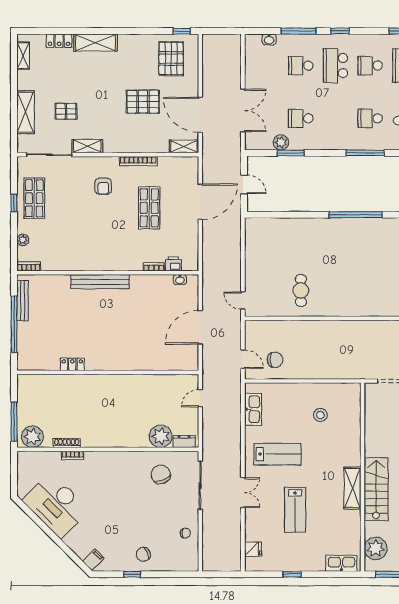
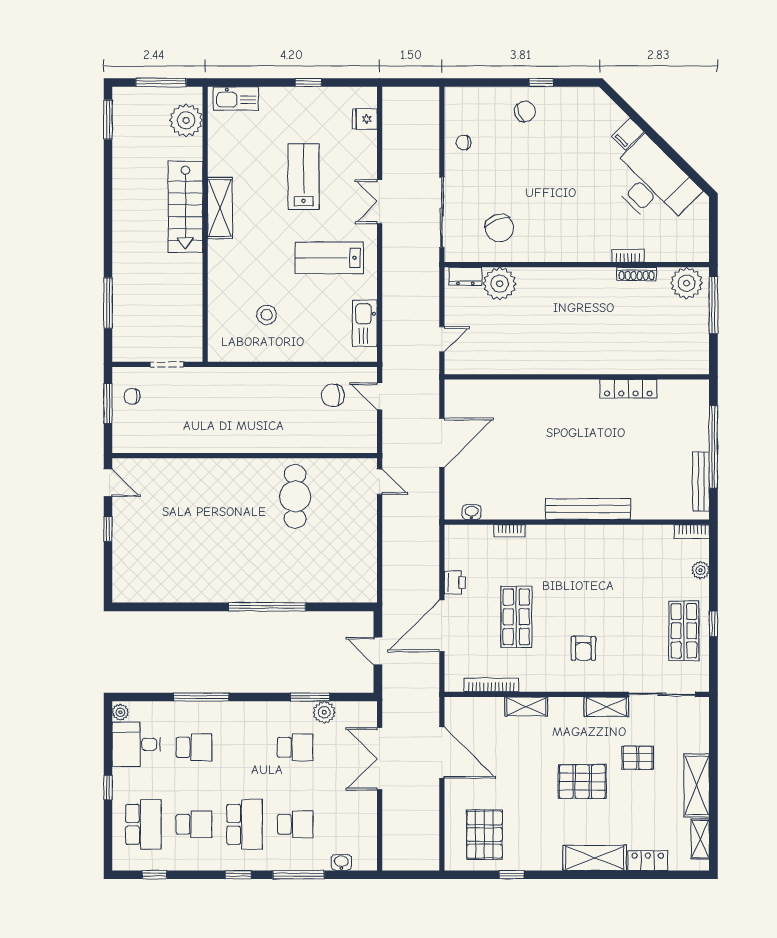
window: (182, 31) -> (512, 875), moved
pallet: (143, 102) -> (582, 782), moved
shelving: (26, 112) -> (697, 785), moved
shelving: (184, 146) -> (526, 707), moved
bookcase: (138, 161) -> (491, 685), moved
armchair: (103, 186) -> (583, 648), turned 180
window: (356, 215) -> (267, 607), moved
printer: (173, 264) -> (455, 582), moved, turned -90
cafe table: (301, 290) -> (295, 496), width x1.37, depth x1.35
locker: (72, 364) -> (628, 389), width x1.53
filing cabinet: (93, 560) -> (628, 134), moved

